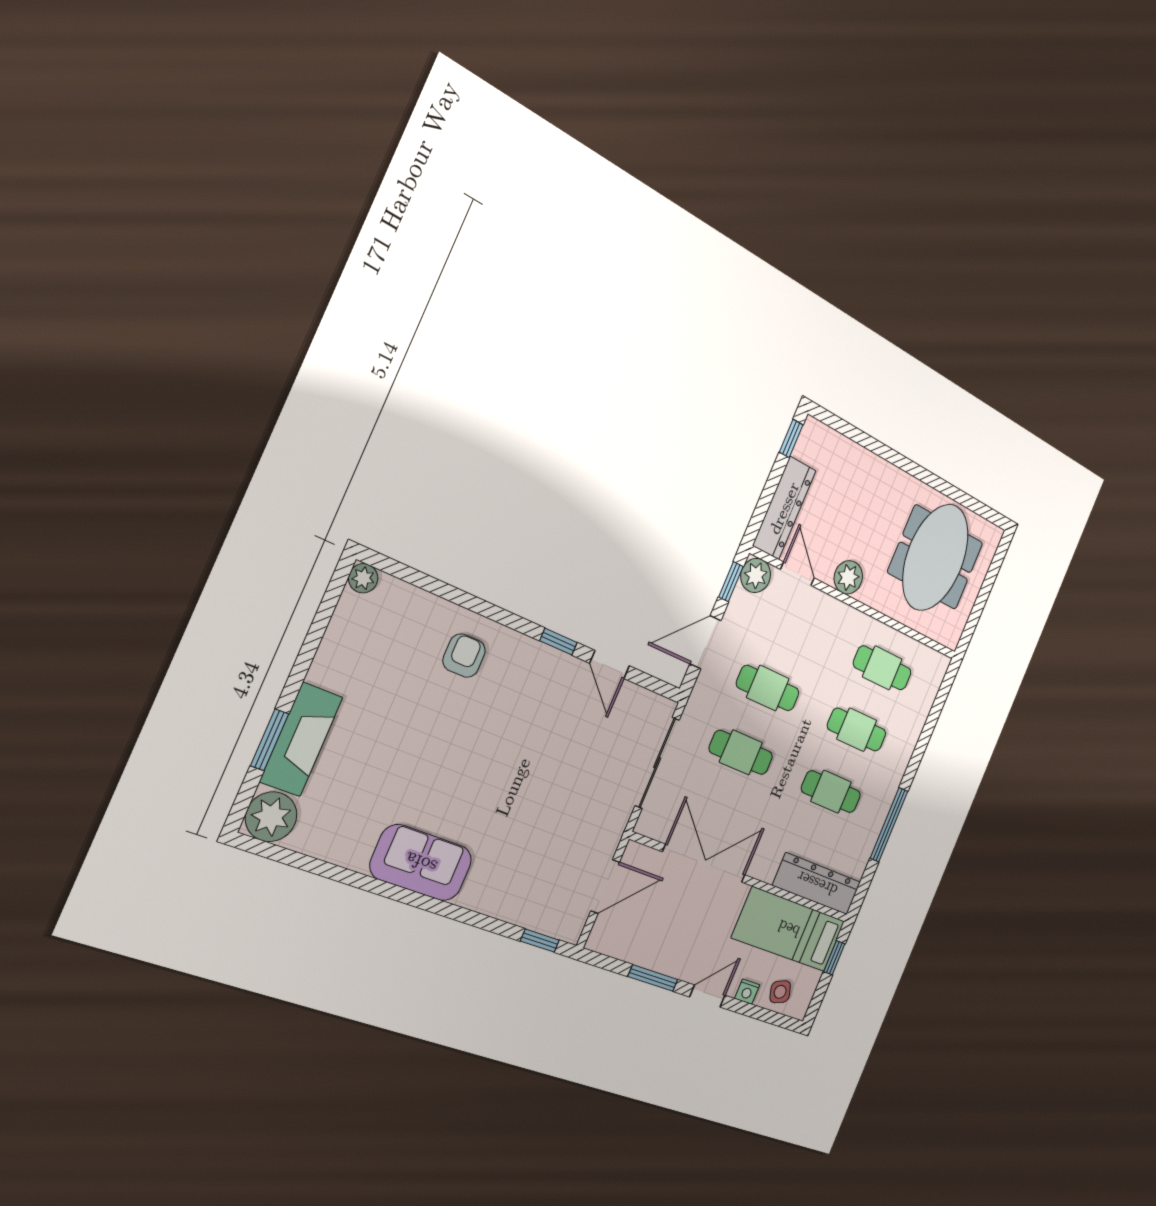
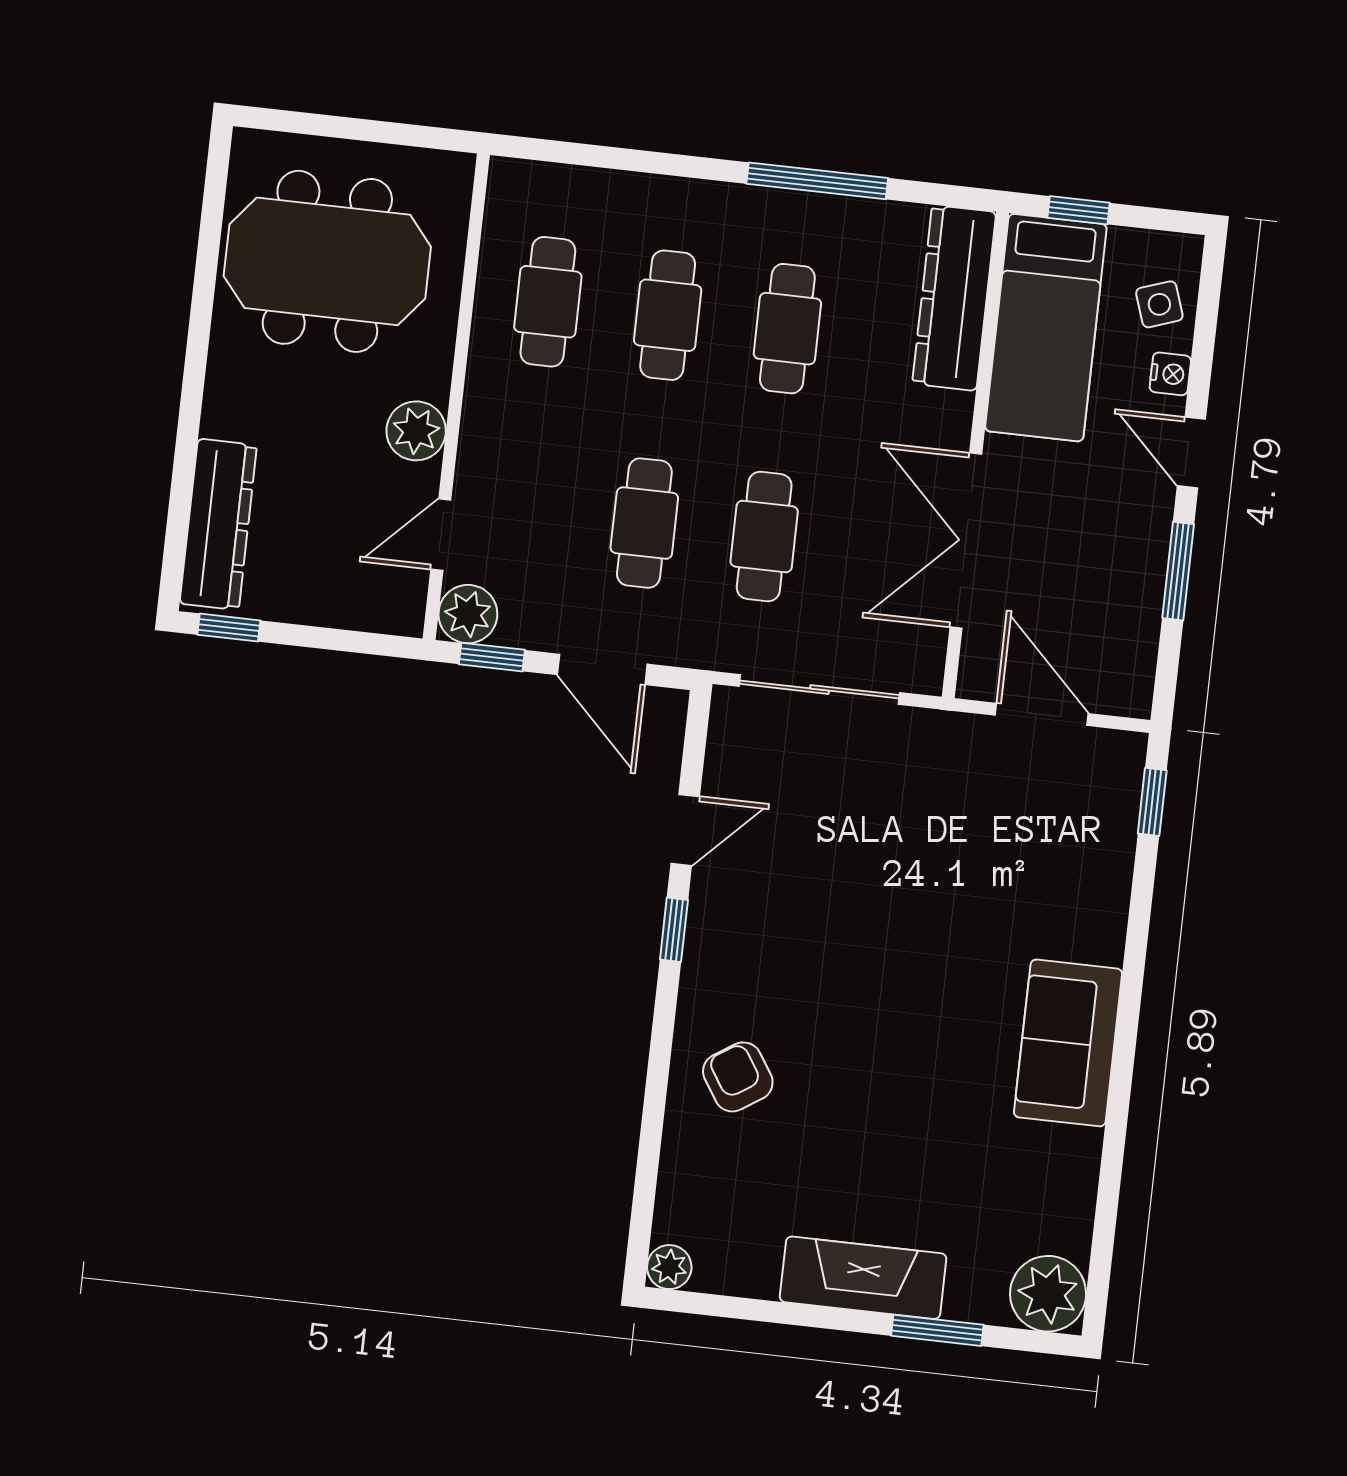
dresser: (784, 508) -> (218, 524), moved, turned 90
armchair: (464, 656) -> (738, 1077), turned 57
fireplace: (301, 739) -> (863, 1278), moved

